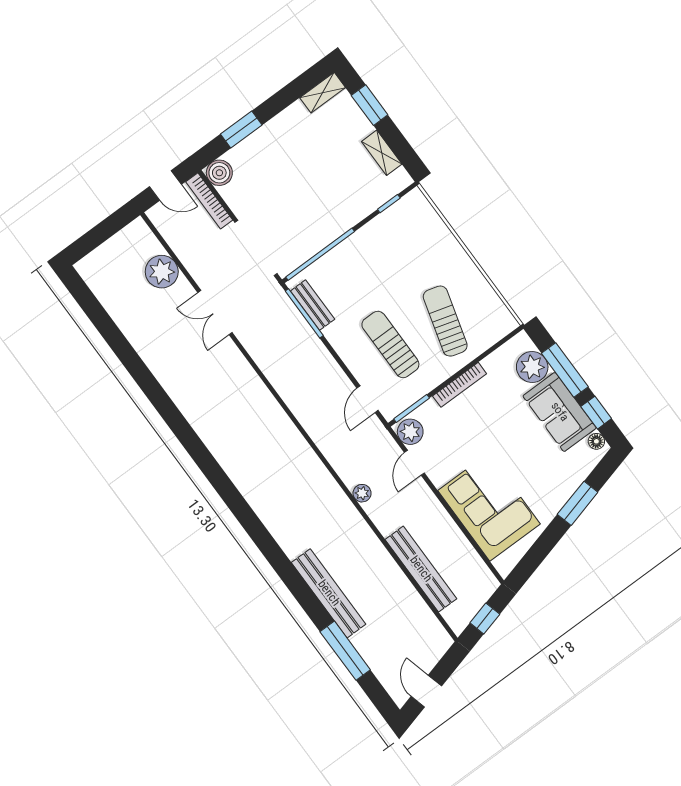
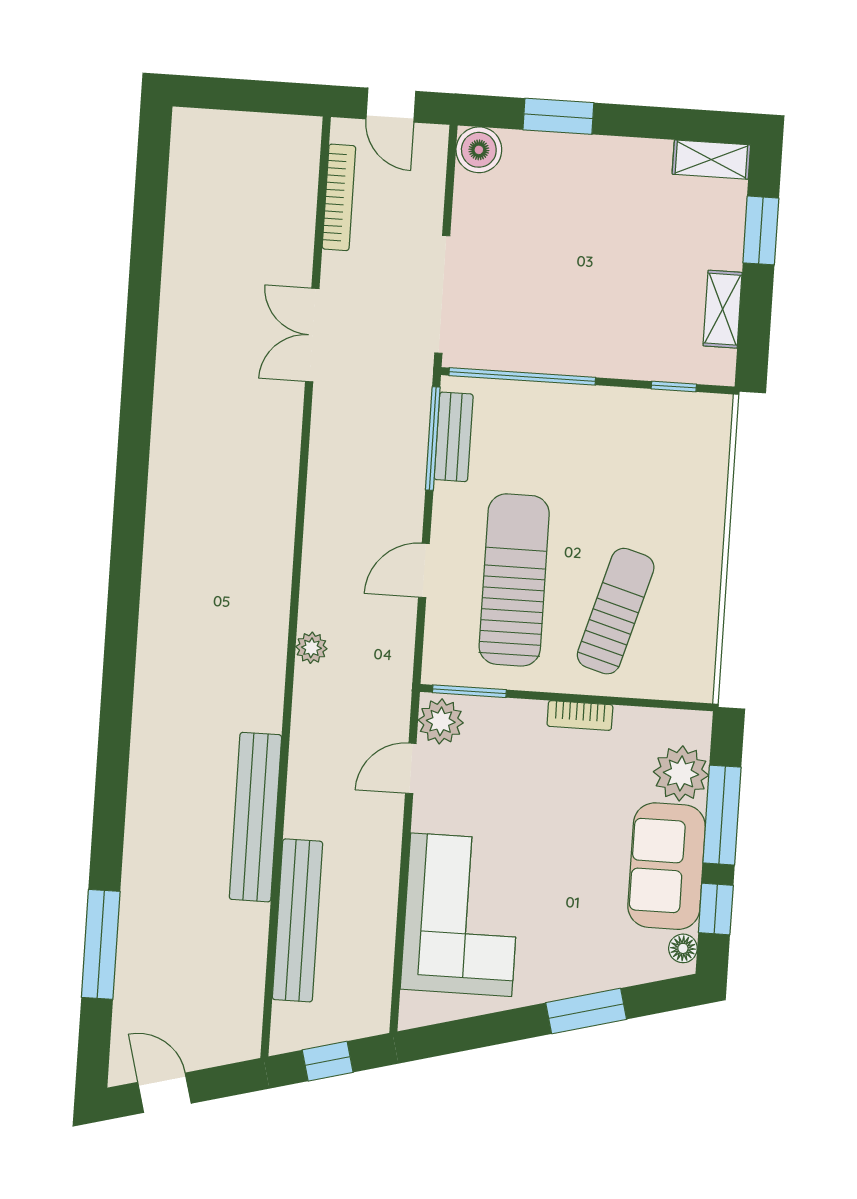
bookcase: (209, 201) -> (339, 197), moved, turned 180
plant: (162, 272) -> (287, 218), removed
sun lounger: (390, 344) -> (514, 580), width x1.36, depth x1.34
bookcase: (460, 385) -> (580, 715), width x0.64
door: (368, 399) -> (424, 570), moved
plant: (362, 493) -> (311, 648), moved
bench: (329, 593) -> (255, 817), moved
door: (426, 691) -> (164, 1093), hinge flipped

